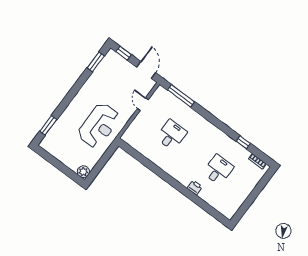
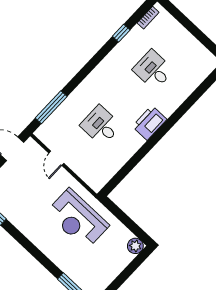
door: (143, 104) -> (56, 158), hinge flipped
reception desk: (99, 126) -> (77, 219), turned 180
printer: (195, 188) -> (149, 123), moved, width x1.87, depth x1.48

